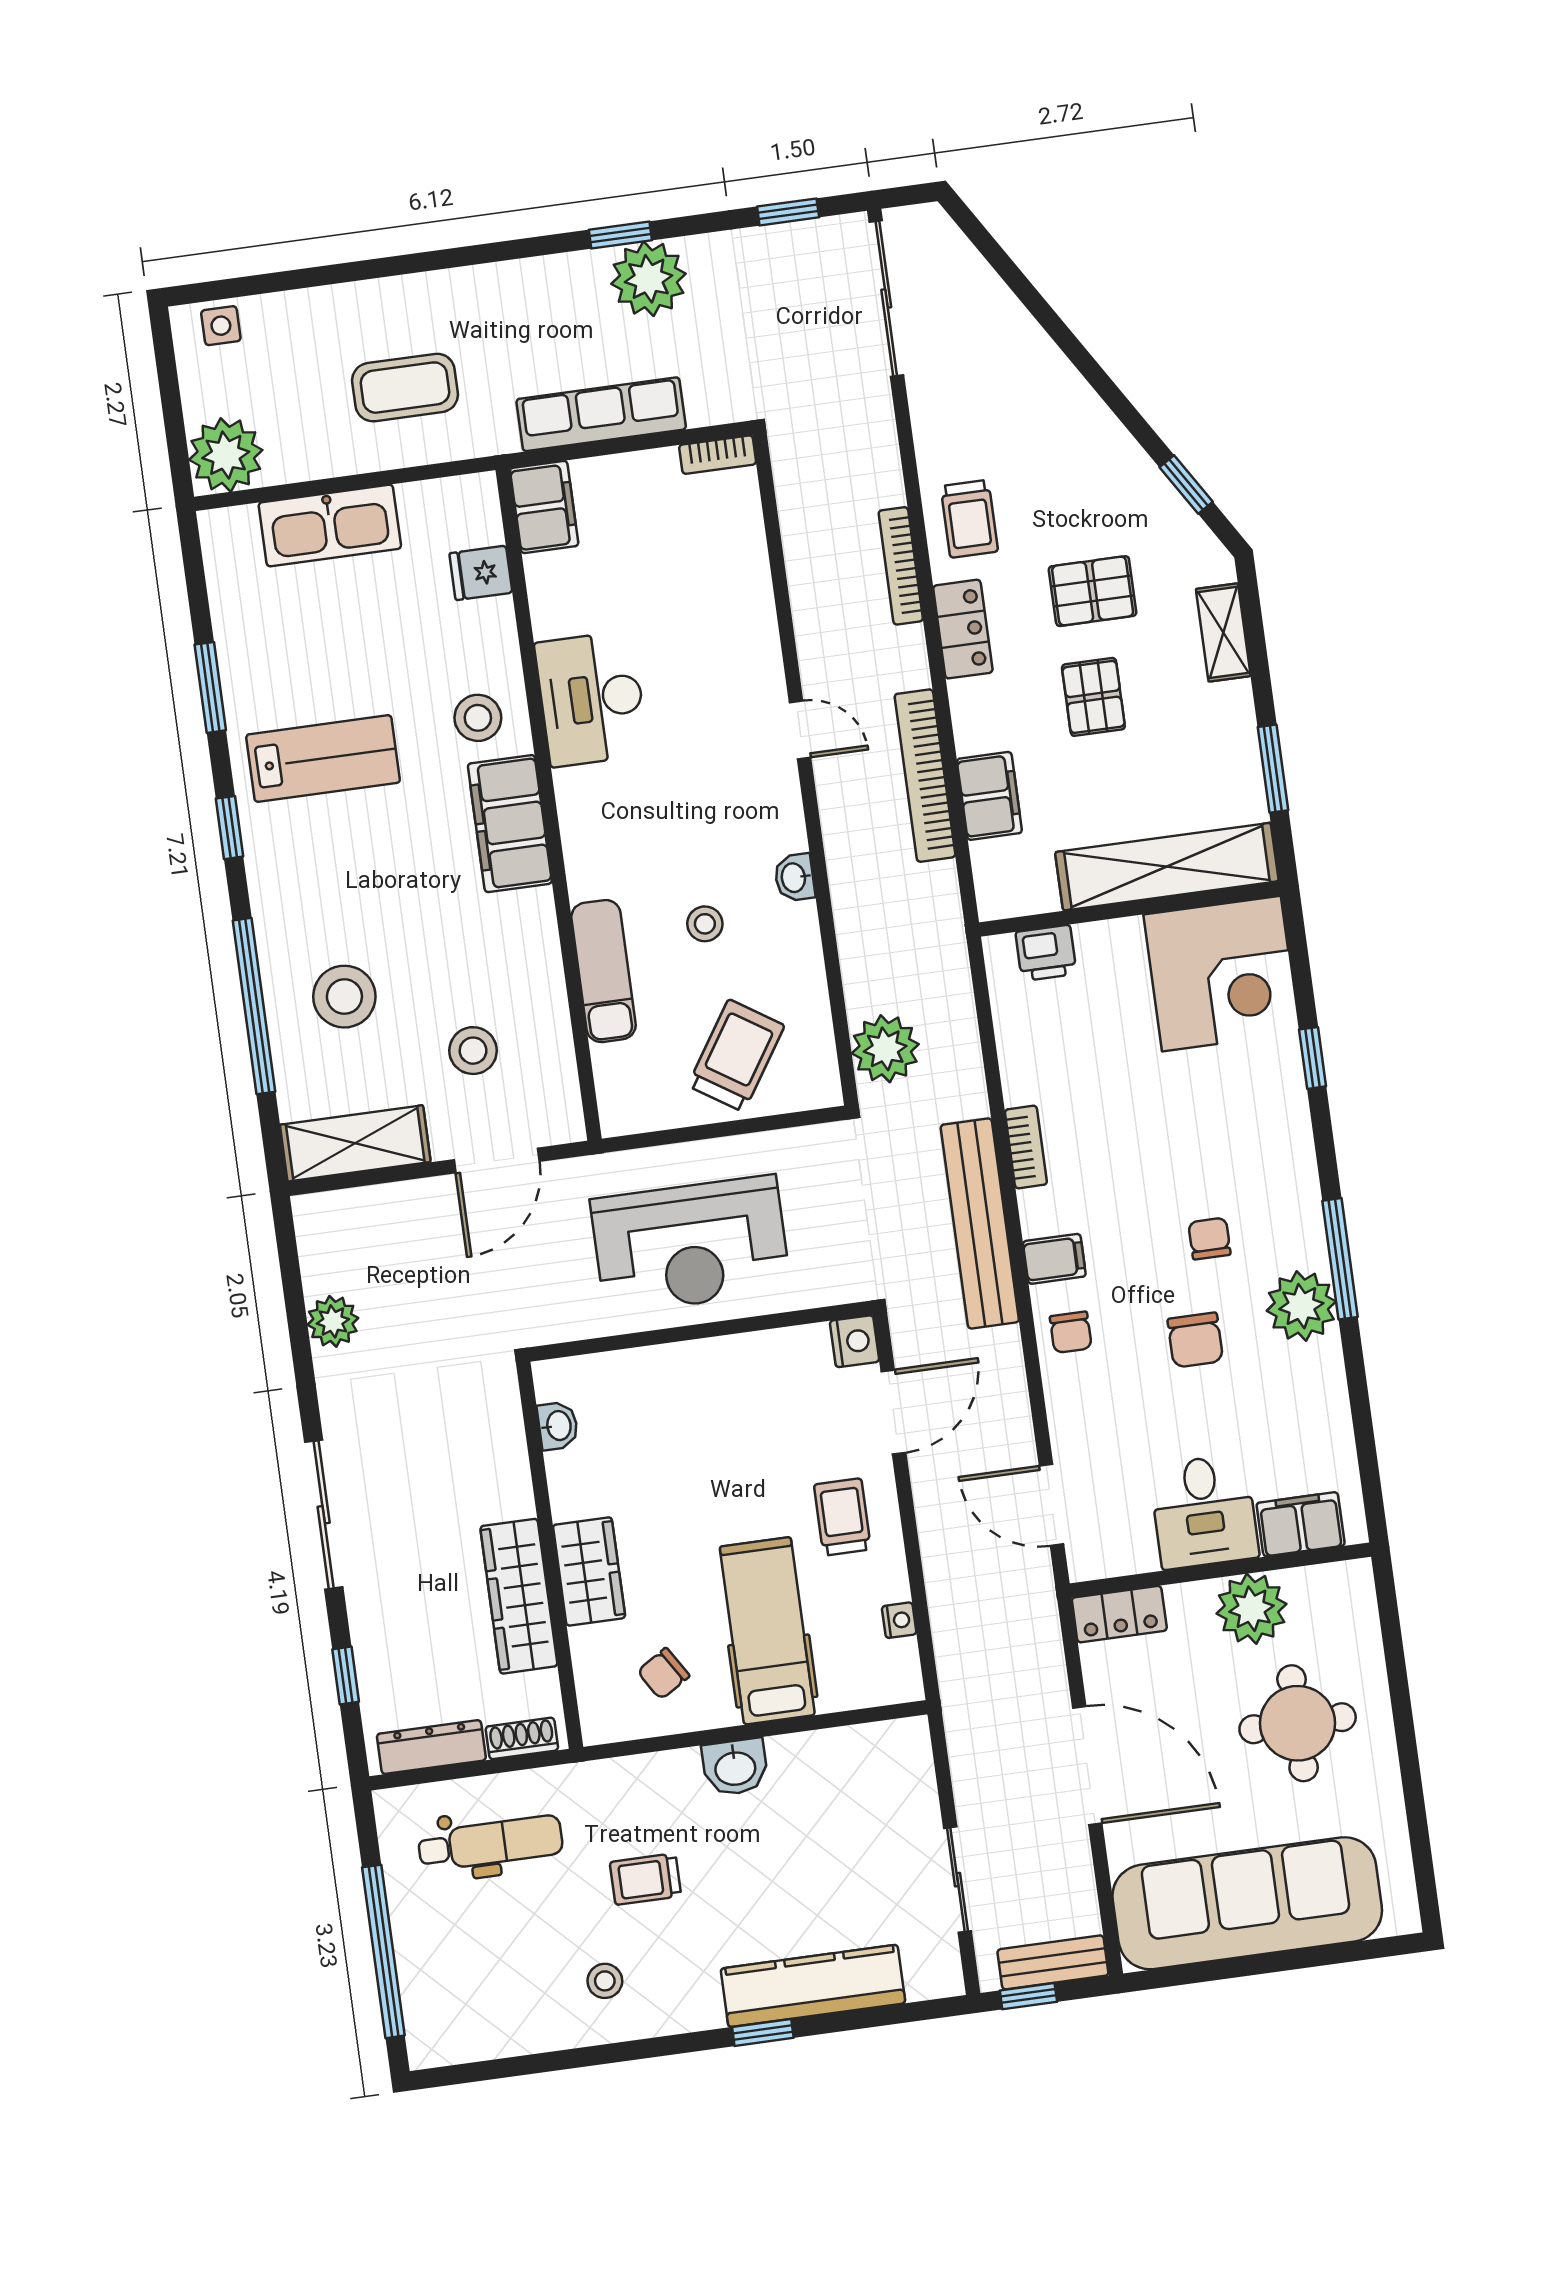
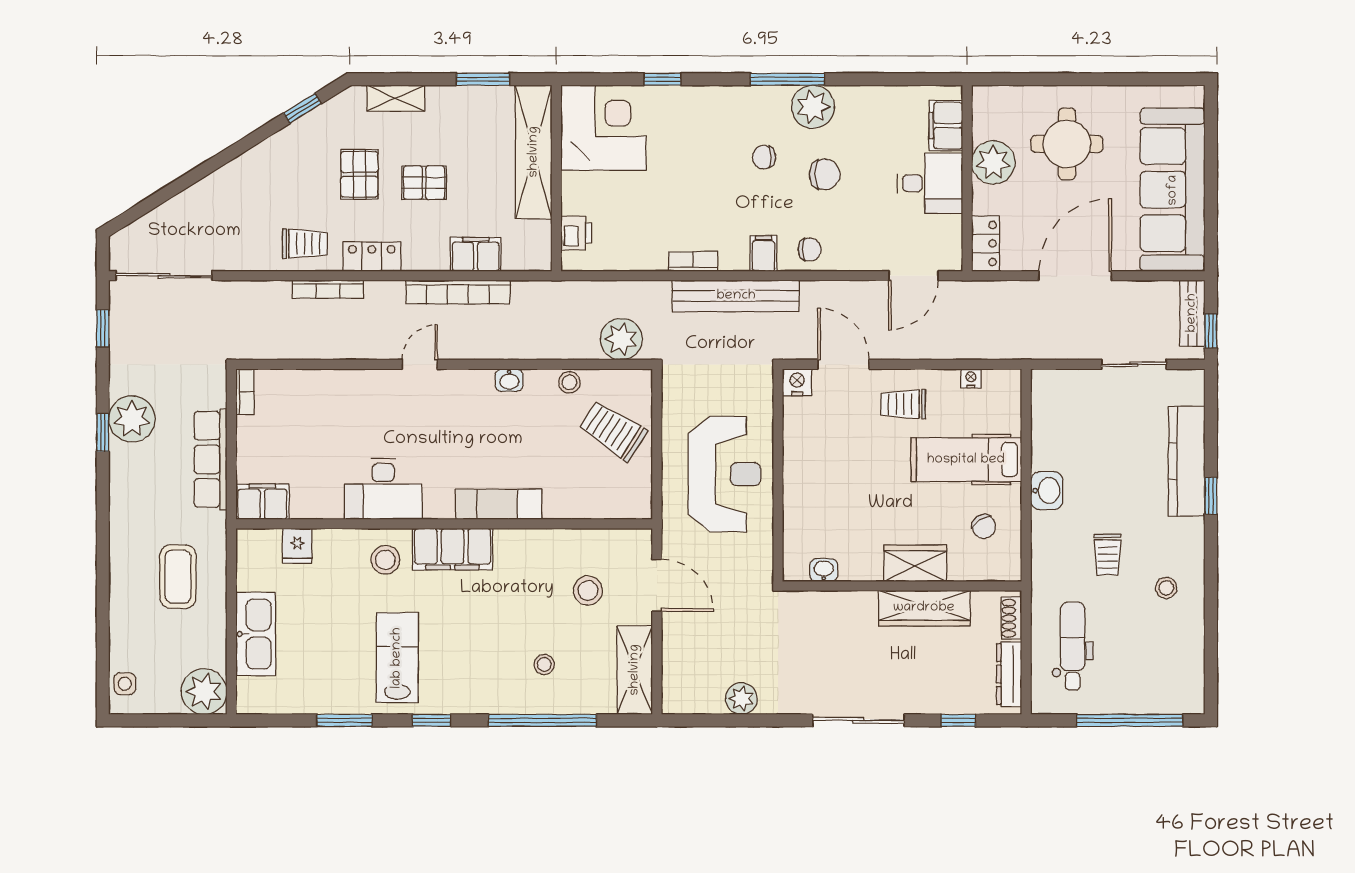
stool: (705, 924) -> (569, 382), moved
exam couch: (604, 971) -> (498, 504), moved
stool: (344, 997) -> (544, 664), width x0.53, depth x0.53

